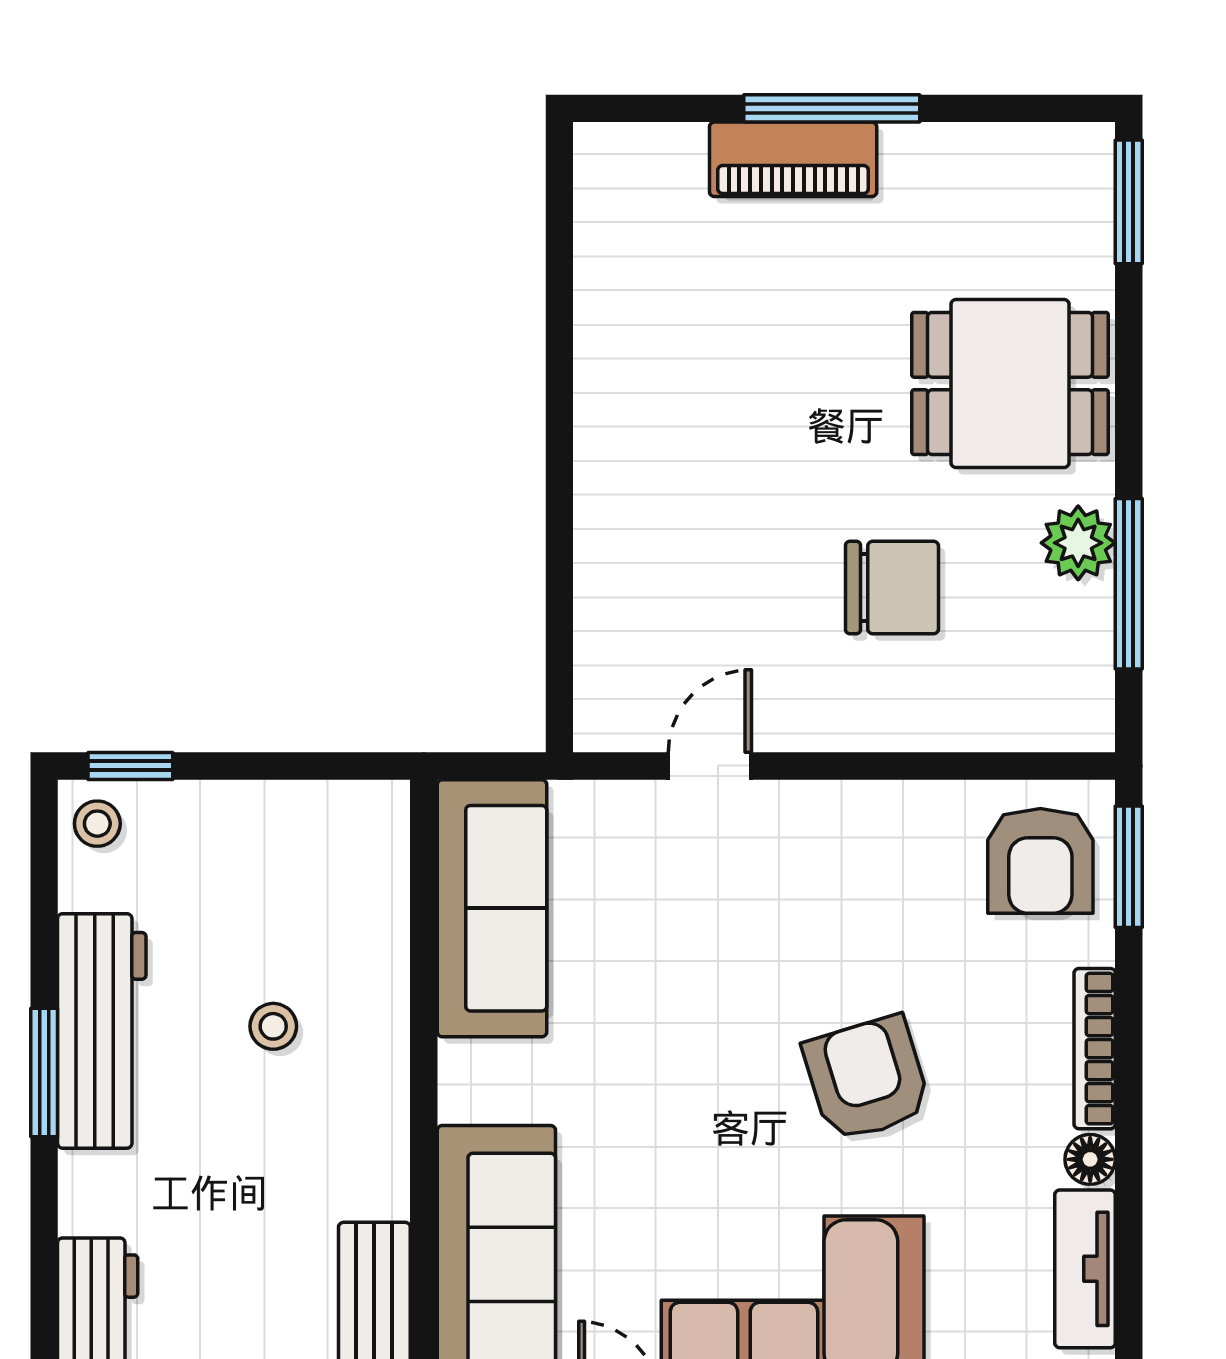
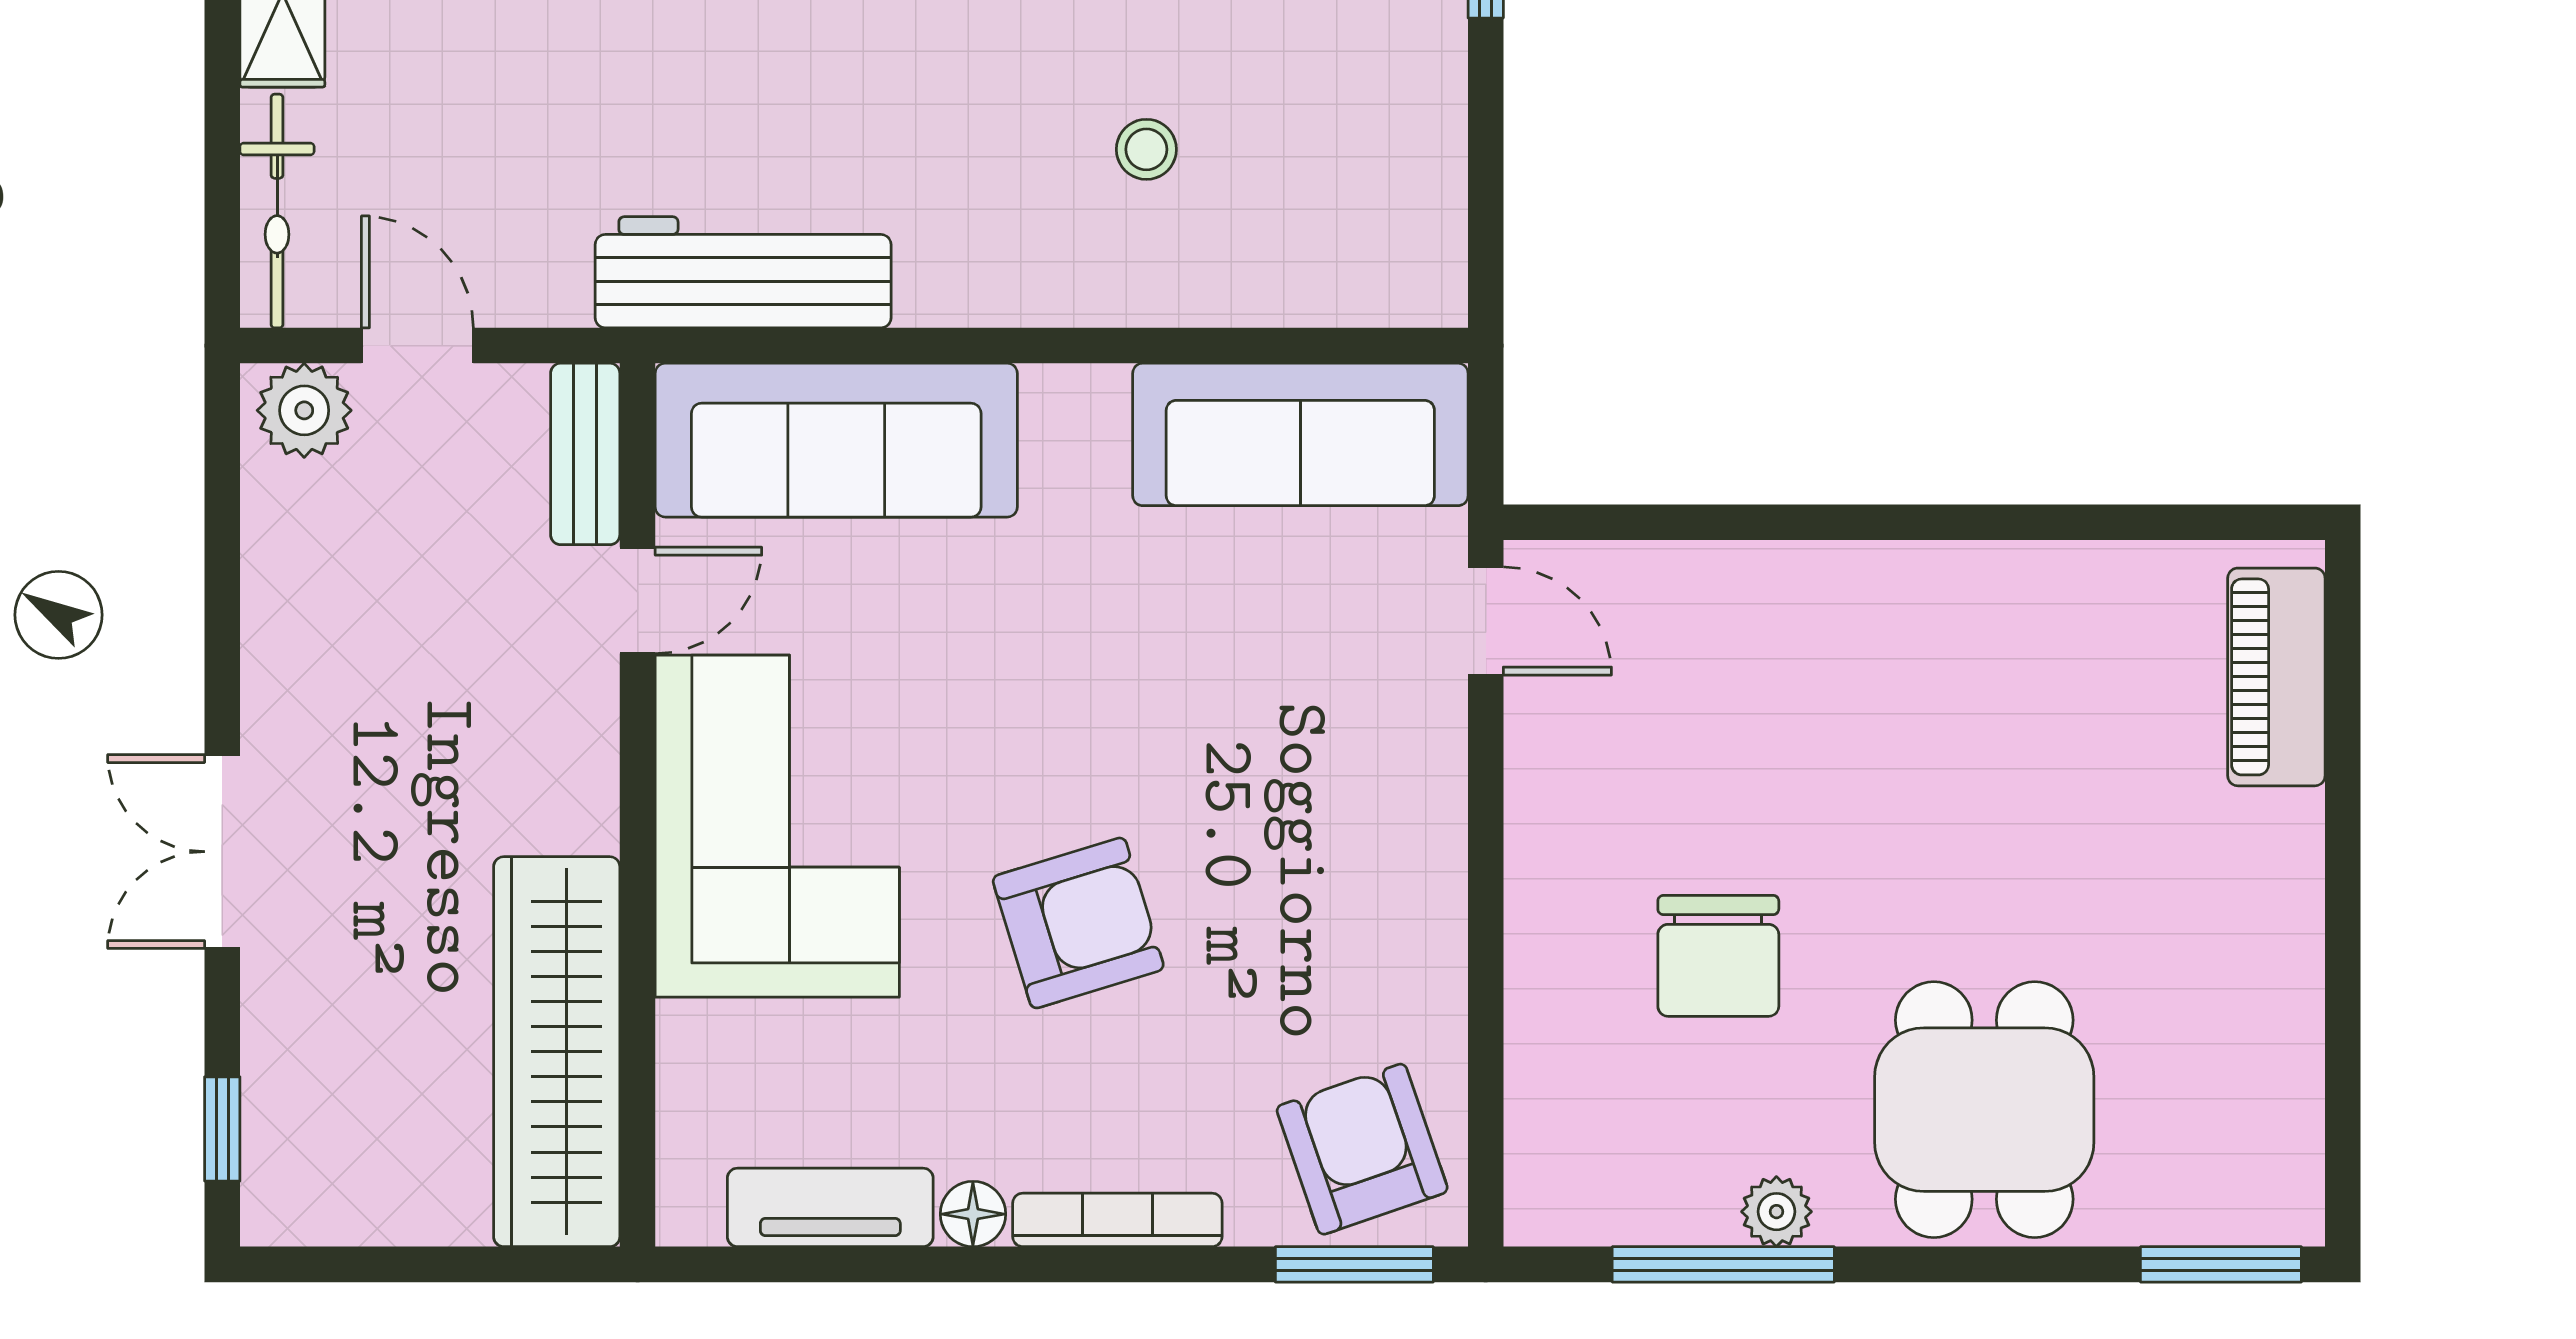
window: (832, 108) -> (2343, 877), removed
piano: (793, 159) -> (2276, 677), moved
plant: (1078, 543) -> (1776, 1212), width x0.73, depth x0.73
door: (710, 766) -> (1486, 621), moved
armchair: (1040, 861) -> (1362, 1149), turned 71

